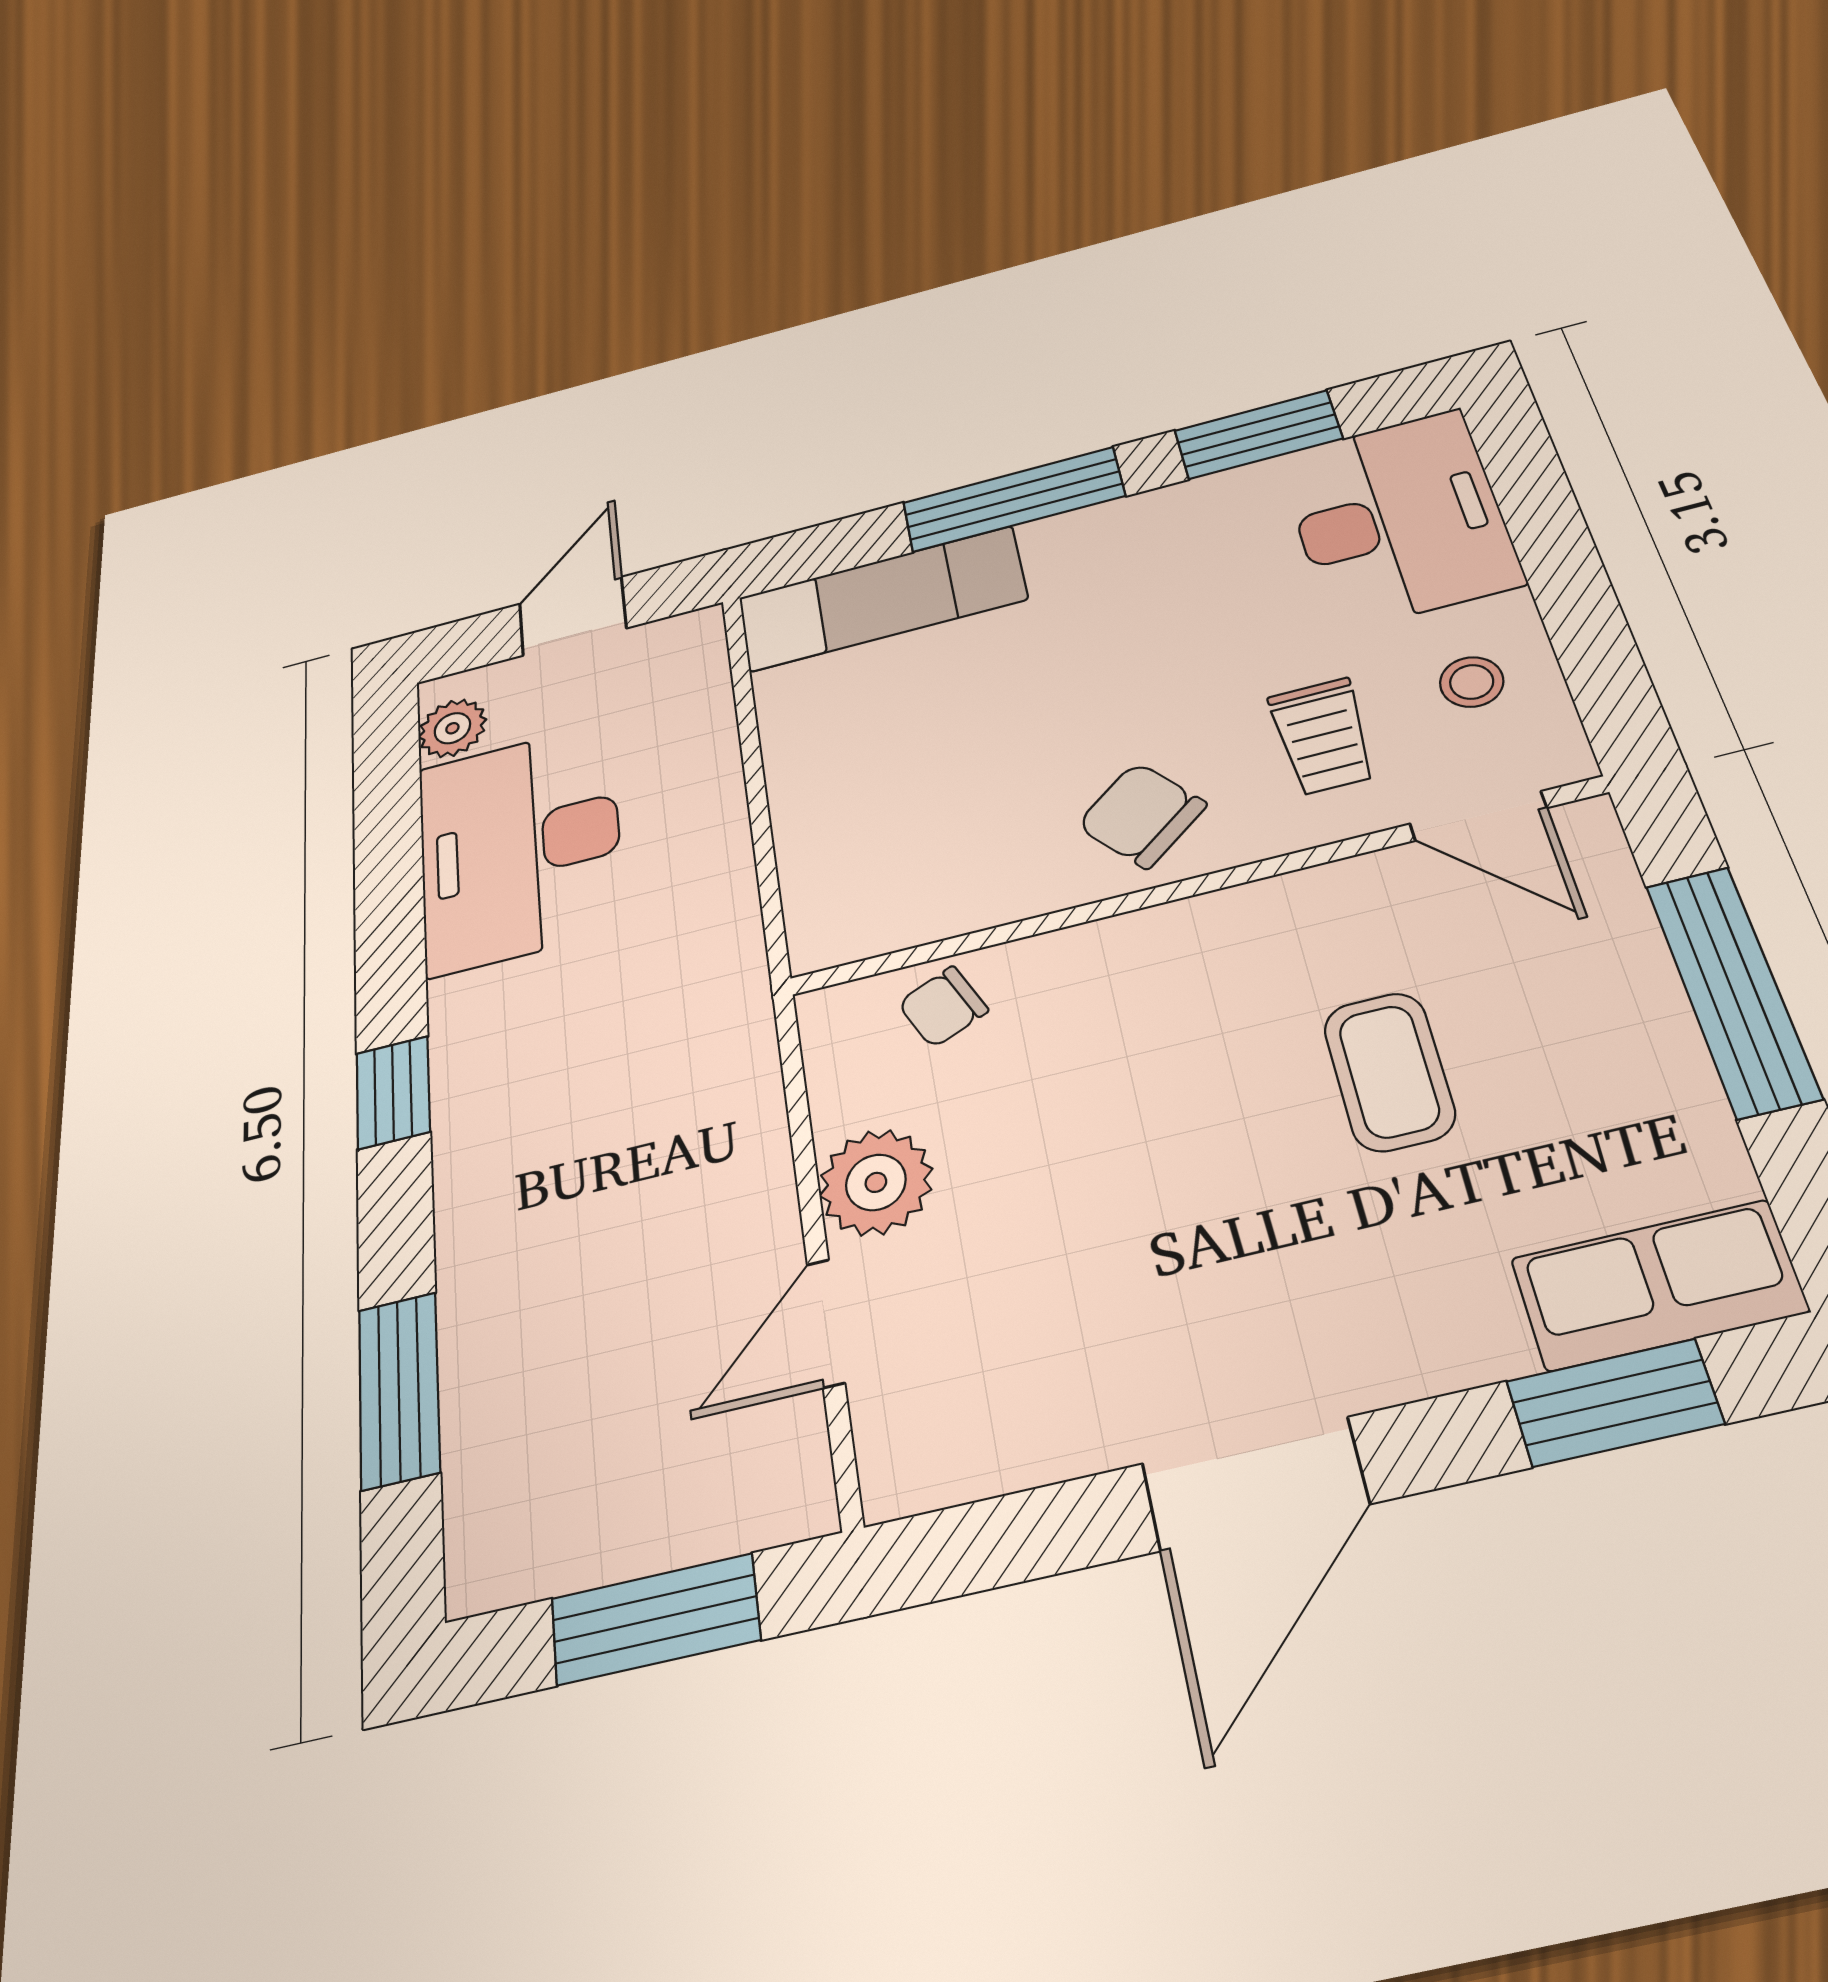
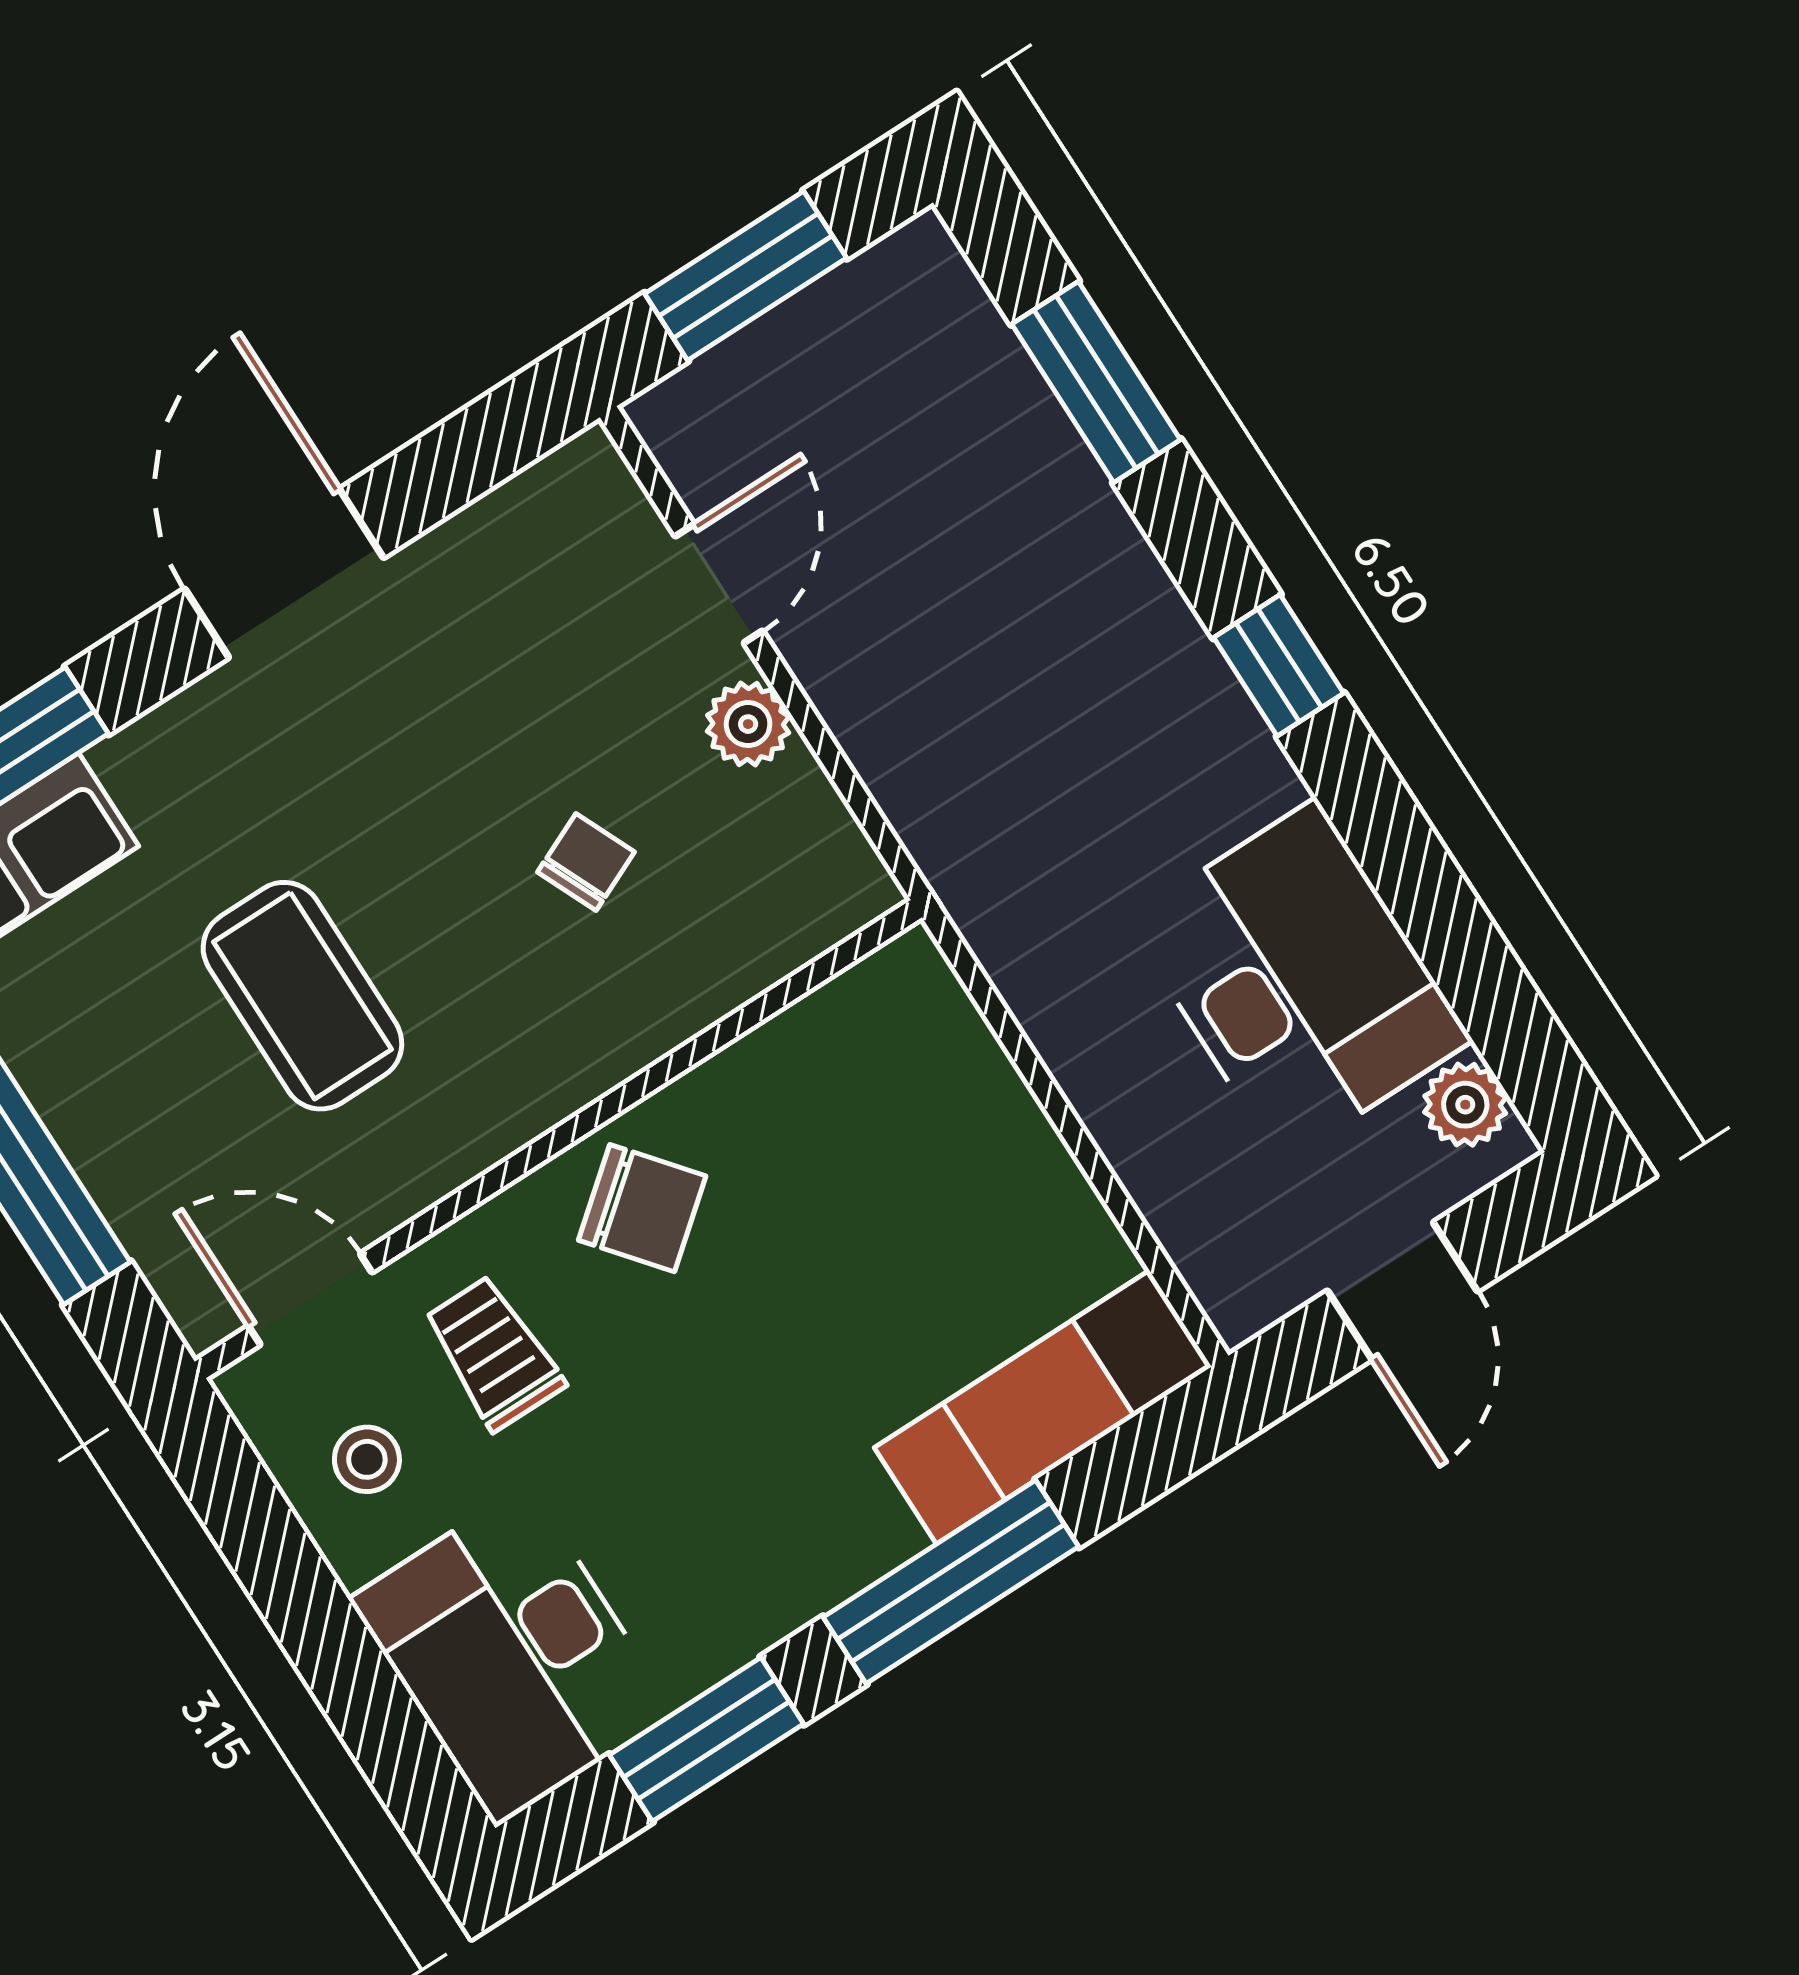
chair: (943, 1007) -> (586, 862), moved
coffee table: (1389, 1071) -> (302, 996), width x1.36, depth x1.30
plant: (876, 1182) -> (748, 724), width x0.73, depth x0.73

